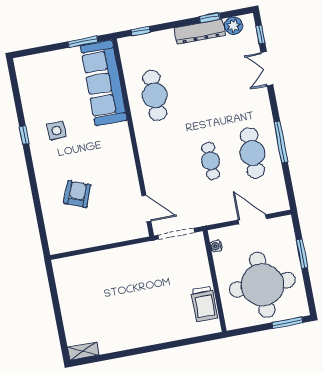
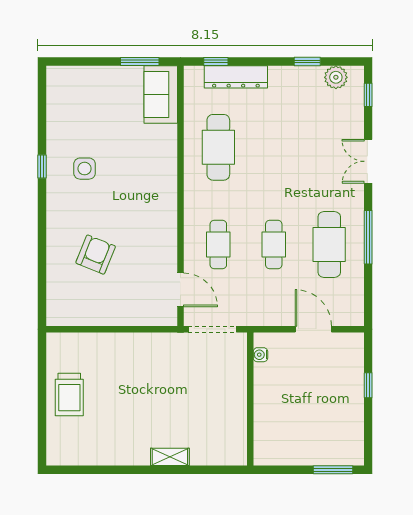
dresser: (200, 32) -> (236, 77), moved
double door: (267, 69) -> (368, 161), moved
sofa: (104, 83) -> (161, 94), width x0.54, depth x0.79
cafe table: (169, 169) -> (218, 244), added
window: (302, 254) -> (368, 385), width x0.67
round table: (262, 285) -> (310, 415), removed
trolley: (204, 304) -> (69, 395), moved
shelving: (83, 351) -> (170, 457), moved

